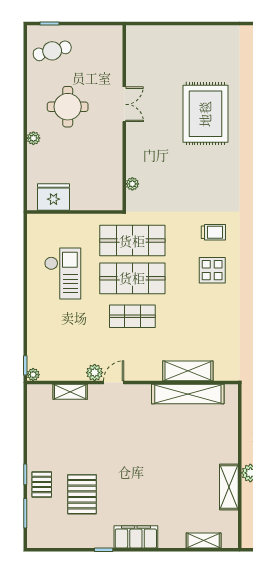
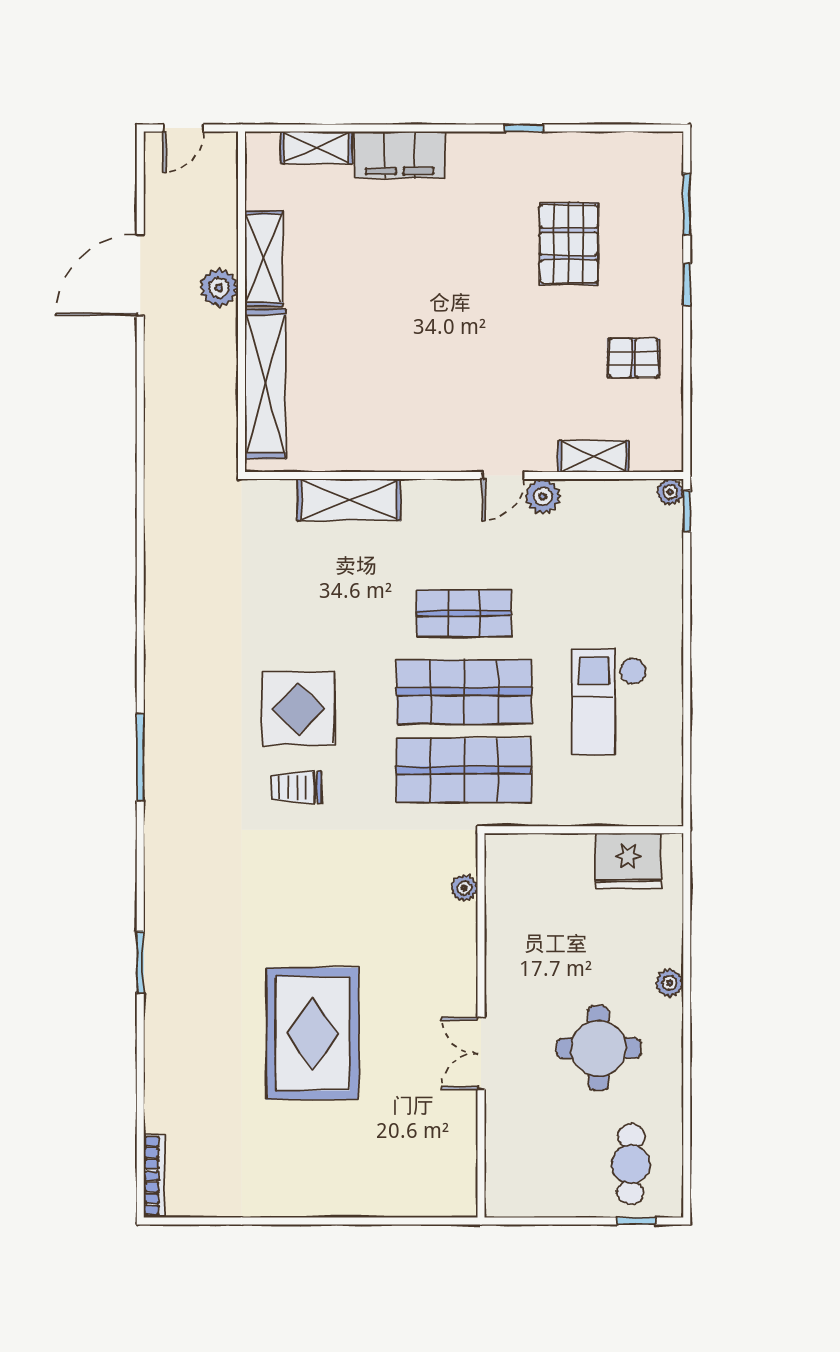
cafe table: (52, 51) -> (631, 1164), turned -74
display table: (212, 270) -> (298, 709), width x1.36, depth x1.36
shelving: (188, 394) -> (265, 384), moved, turned 90
pallet: (42, 484) -> (633, 358), moved, turned 90
filing cabinet: (136, 537) -> (400, 155), moved

